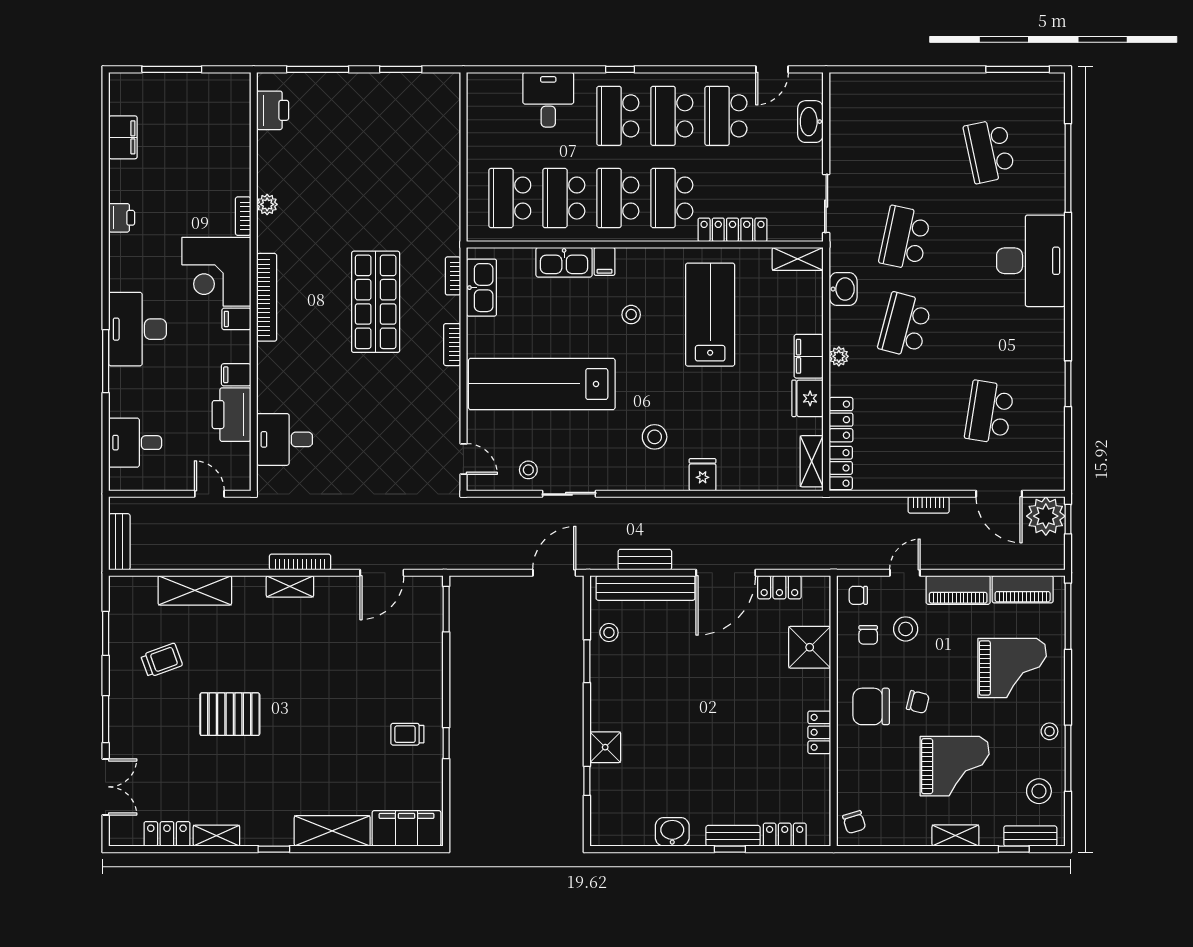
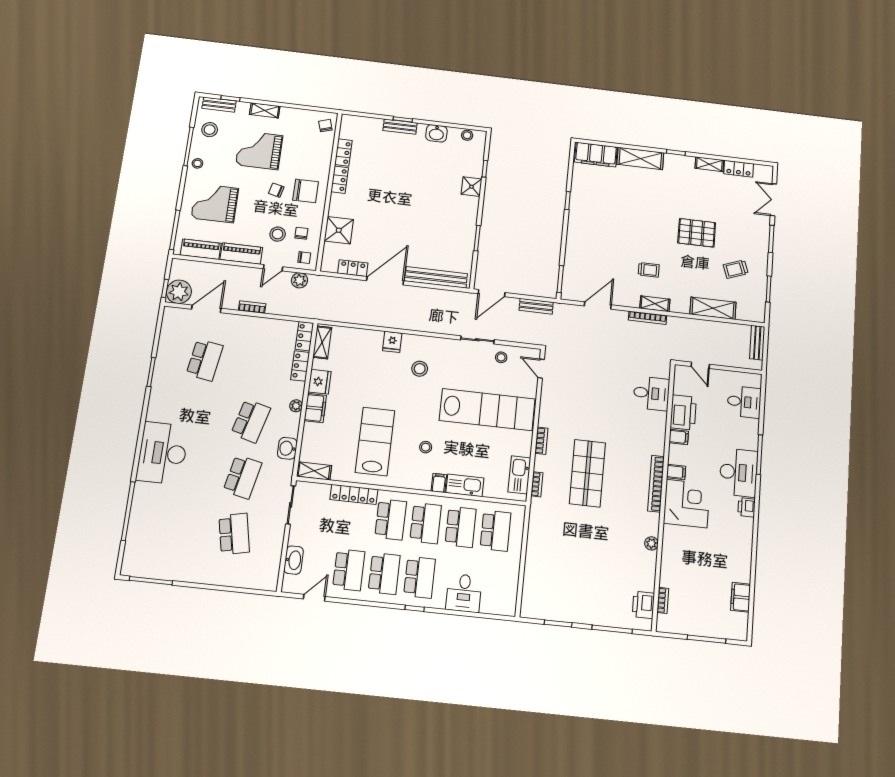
school desk: (989, 151) -> (234, 534), moved
bookcase: (243, 216) -> (663, 600), moved
printer: (122, 218) -> (747, 507), moved
lab bench: (710, 315) -> (375, 441), turned 180
door: (999, 494) -> (206, 309), hinge flipped
plant: (861, 557) -> (299, 280), added
bench: (645, 560) -> (536, 306), moved
stool: (609, 633) -> (467, 135), moved
trolley: (407, 734) -> (649, 270), moved
locker: (785, 835) -> (343, 153), moved, turned -90

